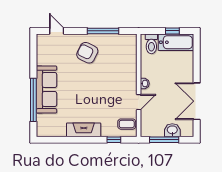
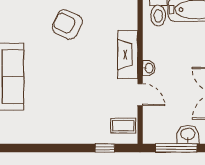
door: (139, 102) -> (140, 95), hinge flipped
fireplace: (84, 130) -> (128, 54), moved, turned -90

